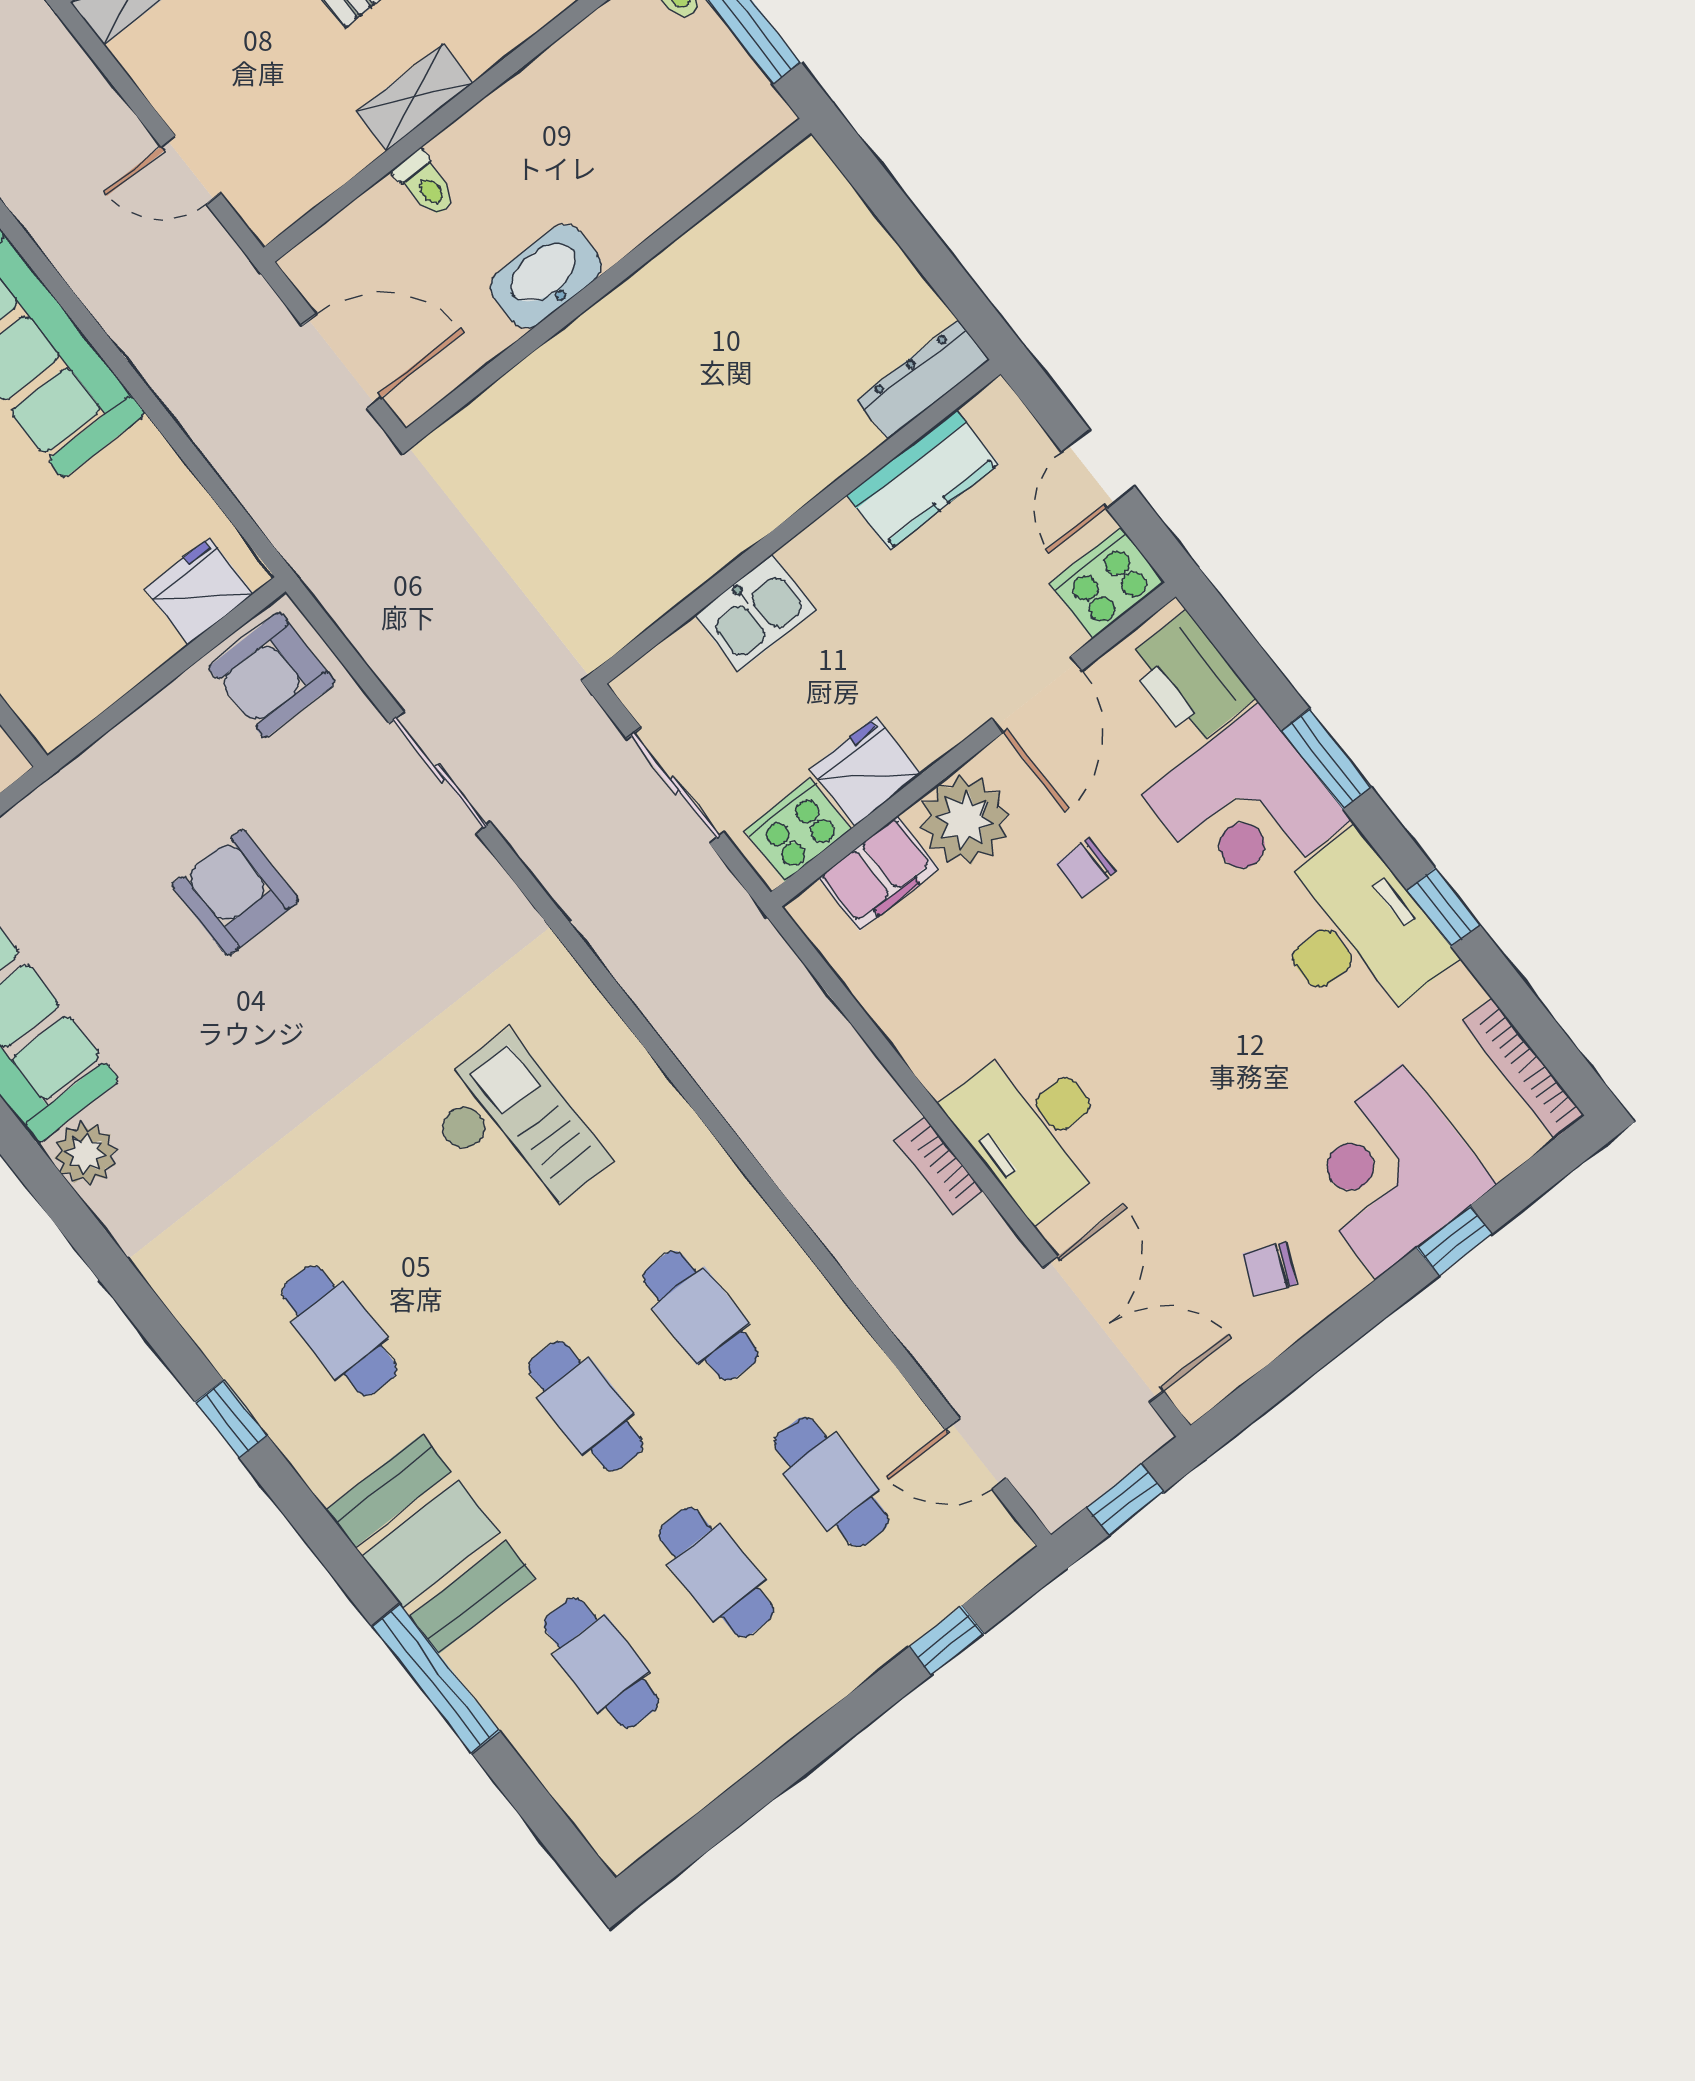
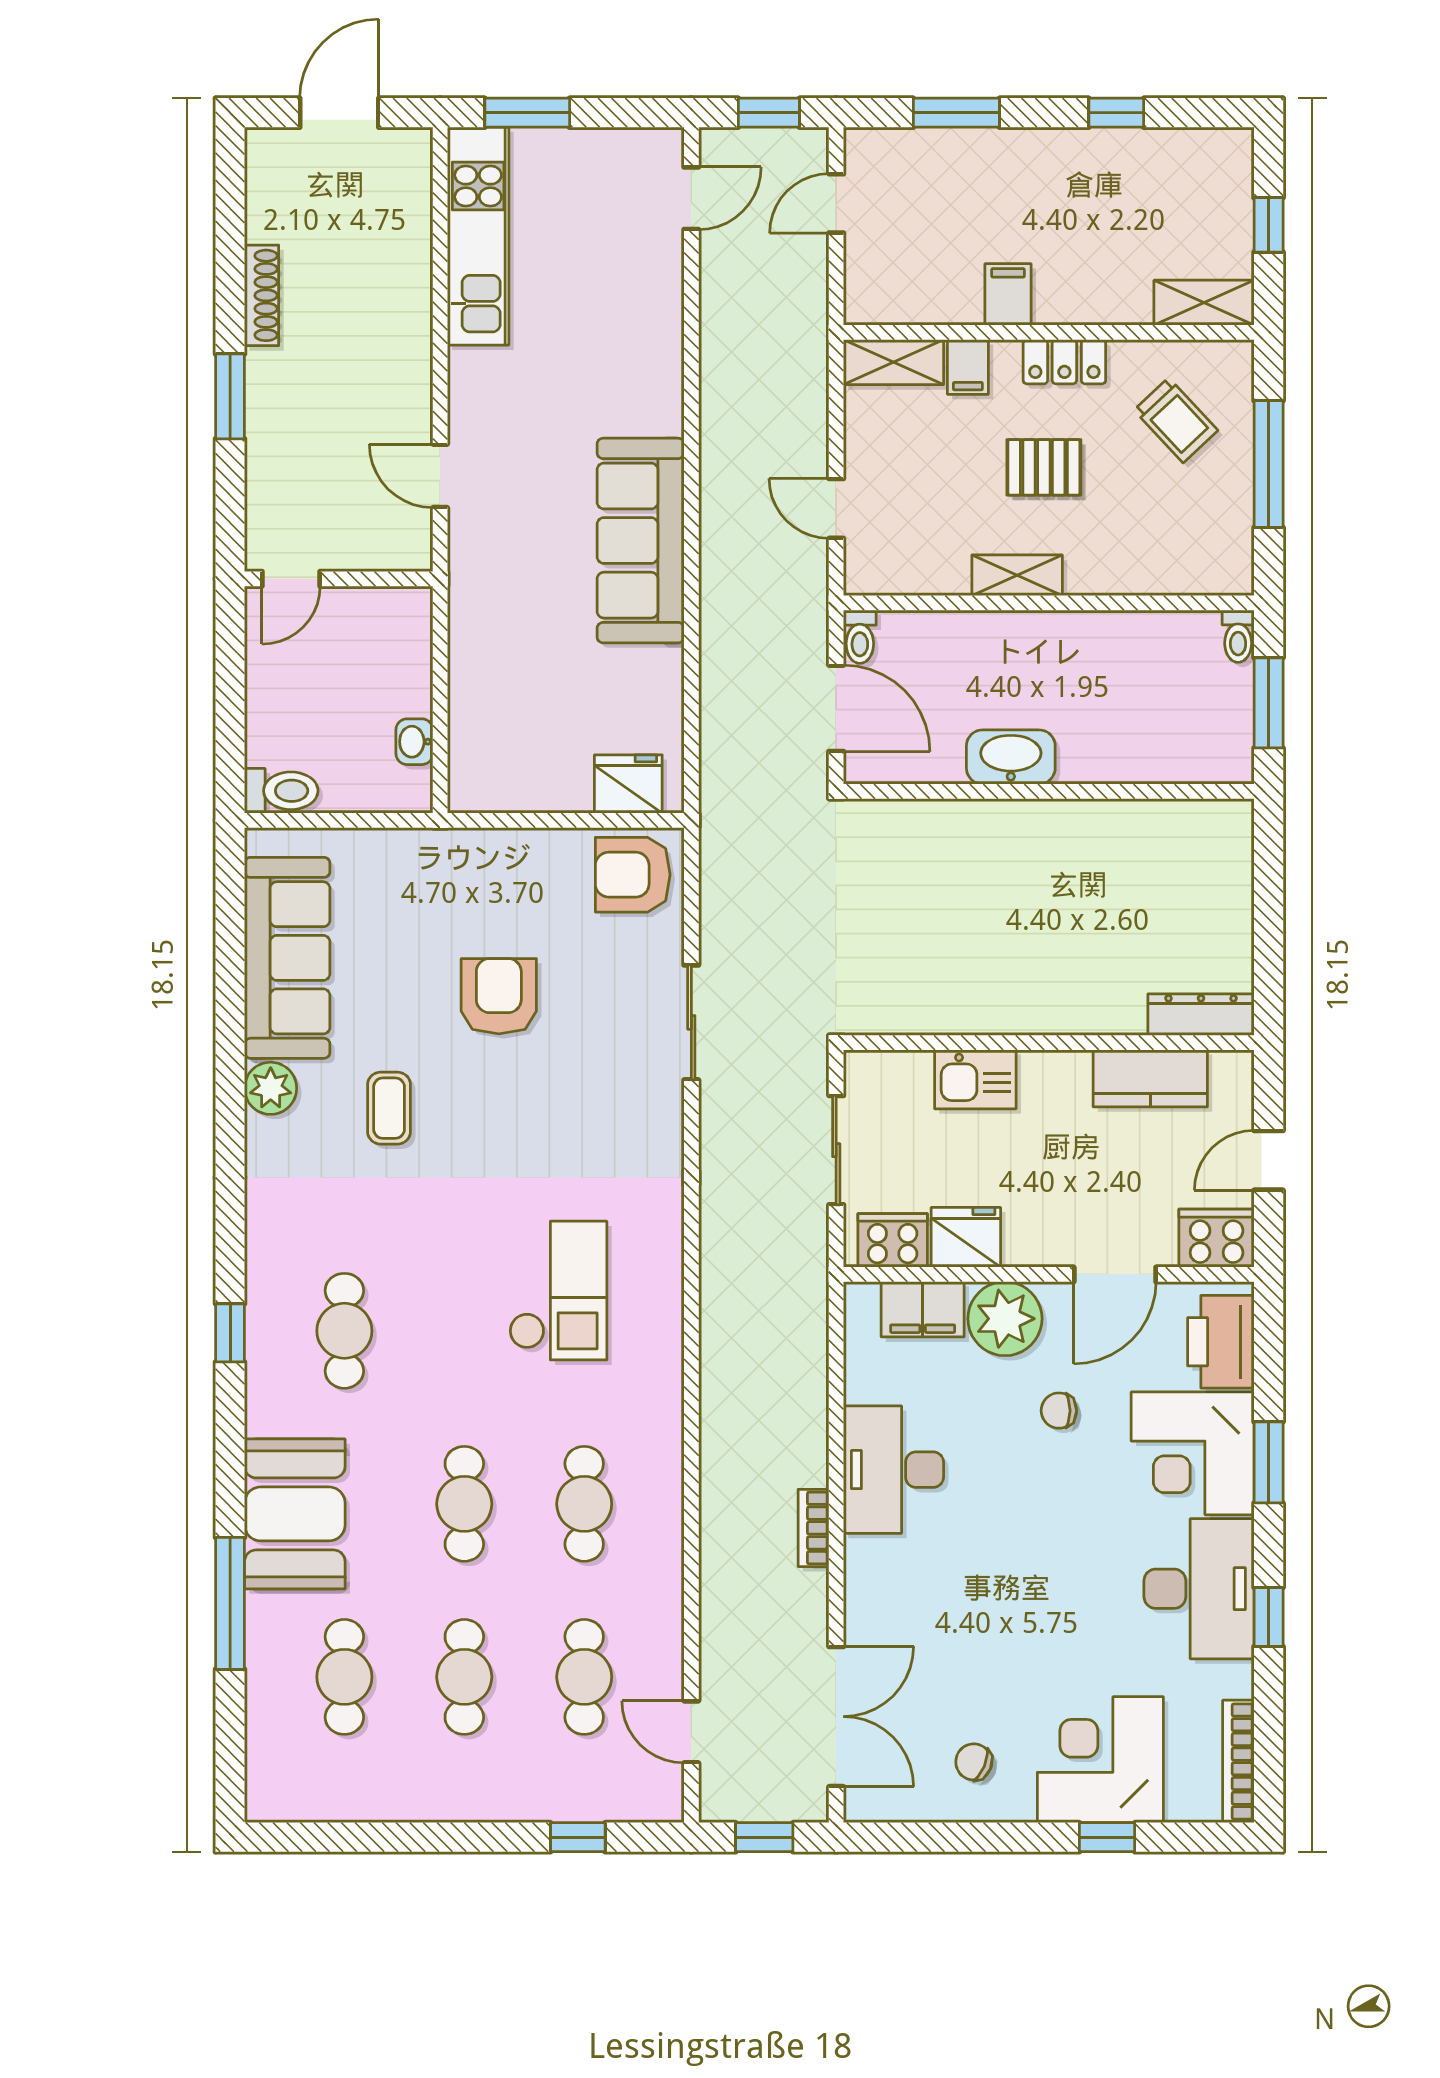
toilet: (426, 184) -> (860, 637), moved
coffee table: (214, 1083) -> (389, 1108), added
desk: (1033, 1127) -> (894, 1470), moved

